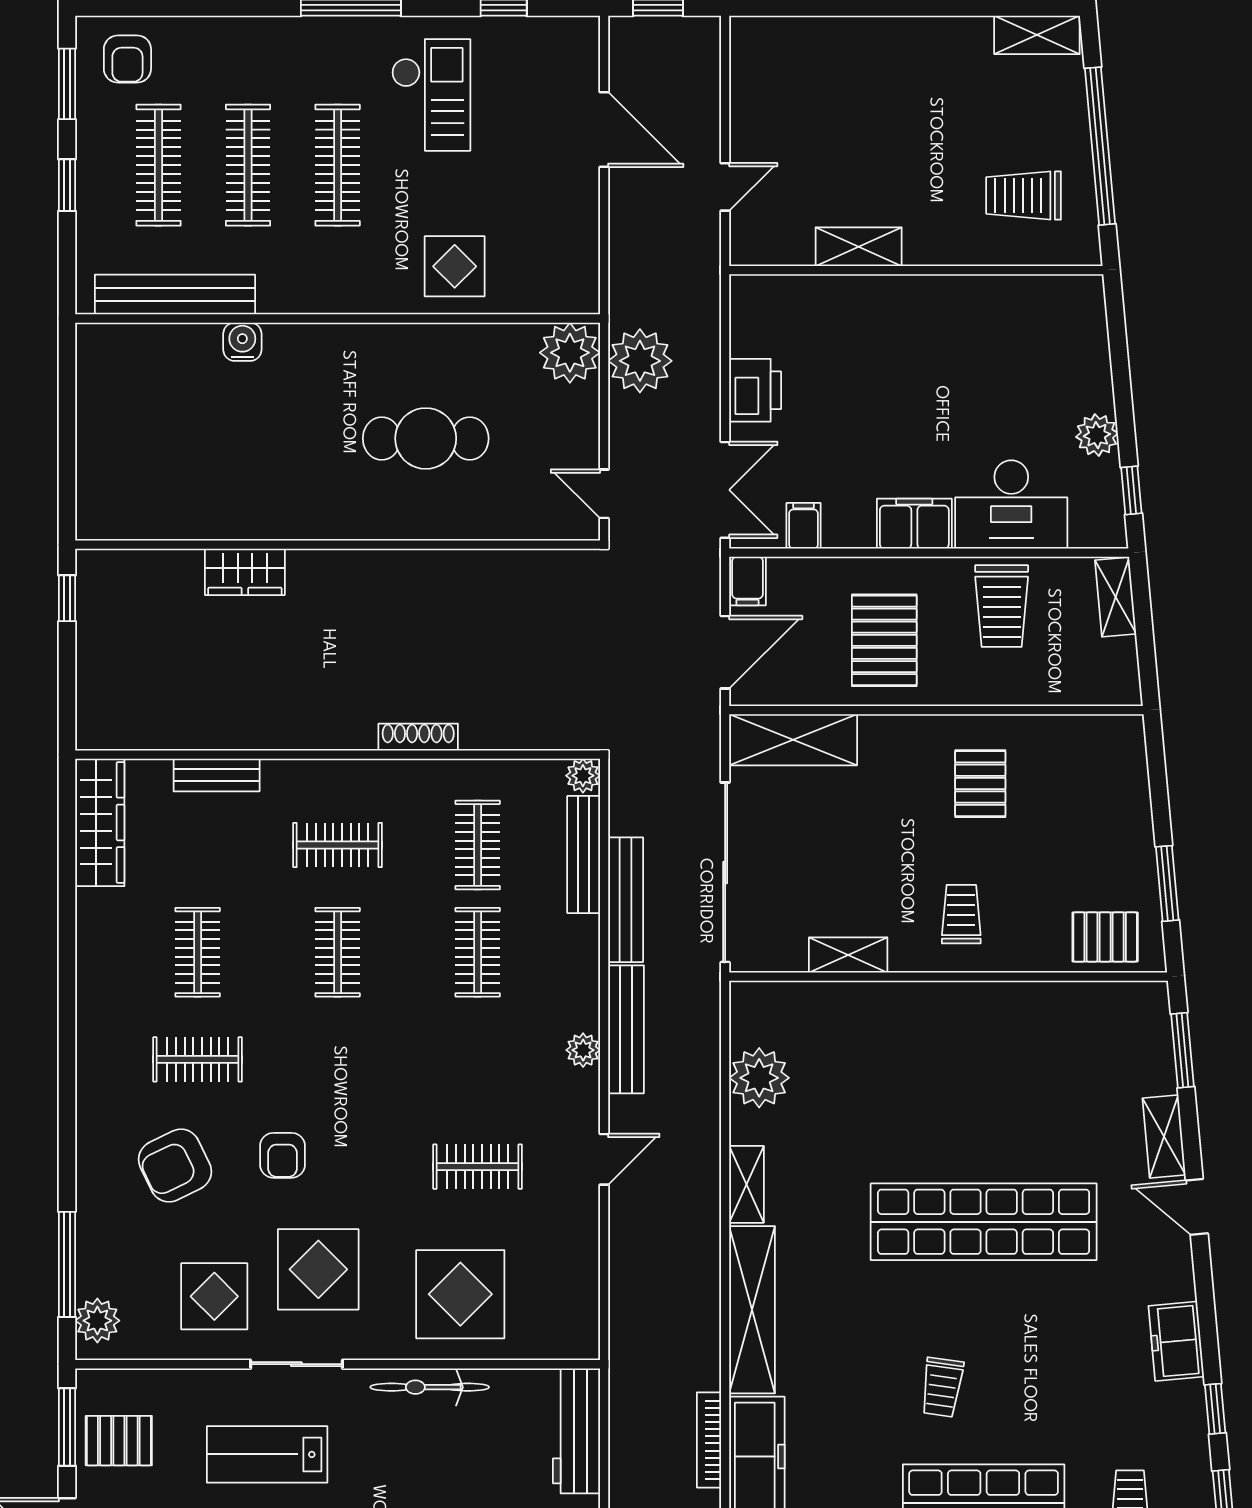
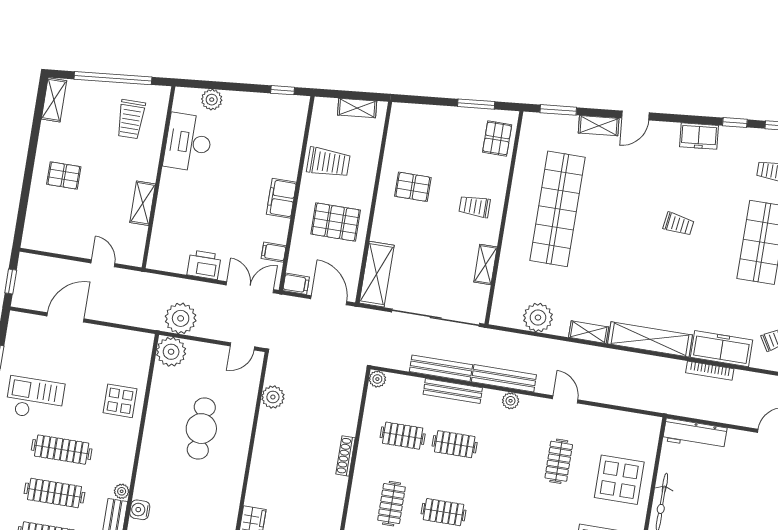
pallet: (888, 79) -> (64, 175), added
plant: (274, 299) -> (122, 491), added
plant: (1097, 435) -> (212, 100), moved
desk: (1011, 504) -> (188, 142), moved, turned 180
plant: (512, 572) -> (273, 397), added
shelving: (1116, 597) -> (357, 108), moved
bench: (584, 855) -> (453, 391), moved
shop shelf: (984, 1222) -> (558, 209), moved
trolley: (942, 1387) -> (678, 224), moved

